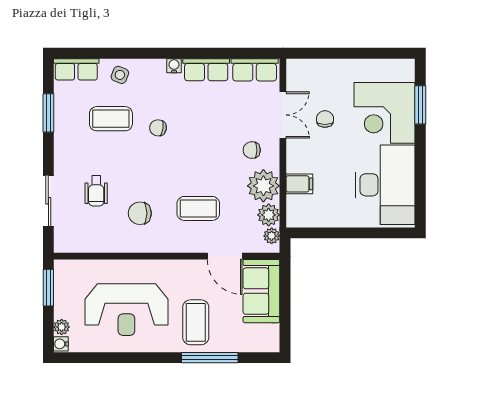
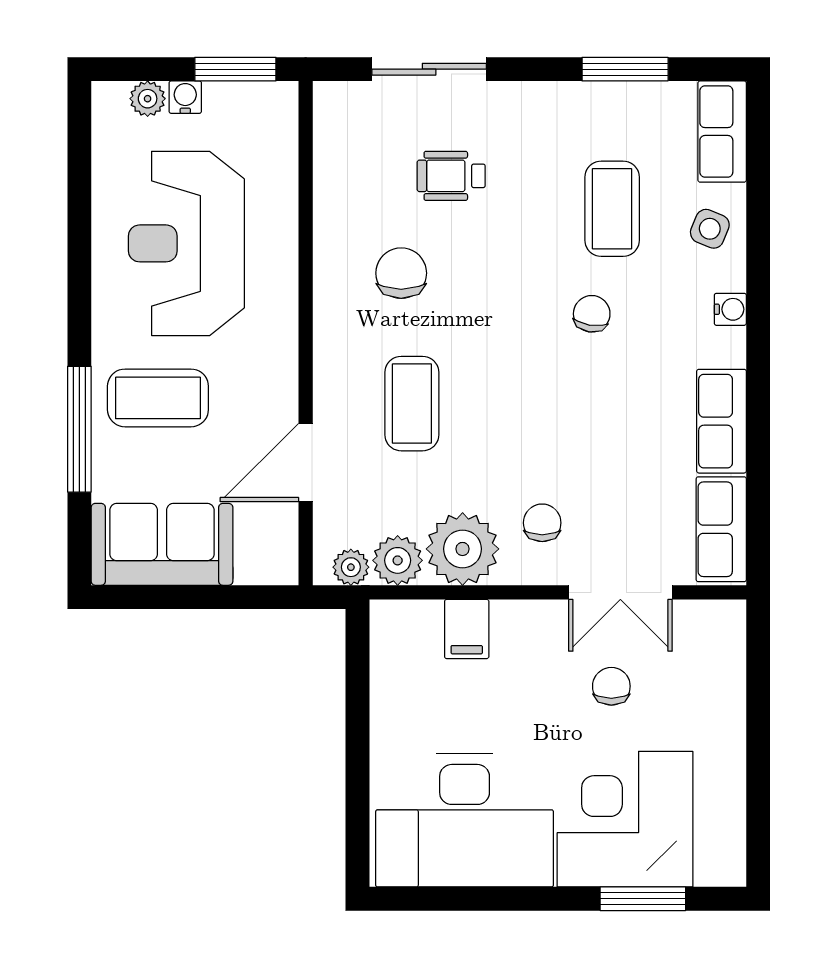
water cooler: (174, 66) -> (730, 309), moved
chair: (325, 119) -> (611, 686), turned -90
sofa: (261, 291) -> (162, 544), moved
water cooler: (61, 344) -> (185, 97), moved

